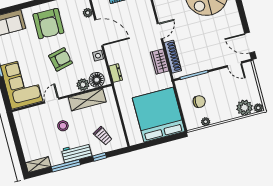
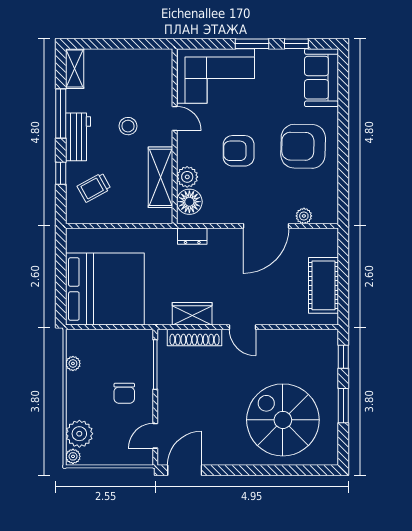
side table: (98, 56) -> (229, 214), removed
armchair: (61, 59) -> (239, 151), turned 103
chair: (199, 102) -> (124, 393), moved

